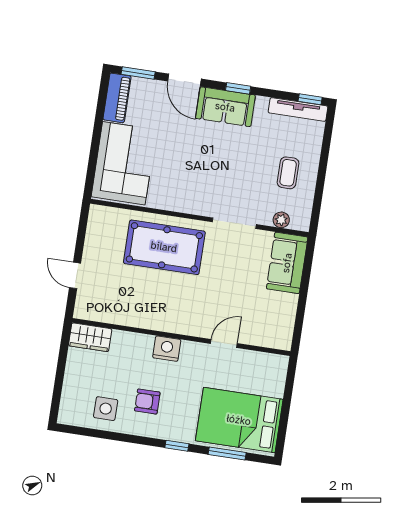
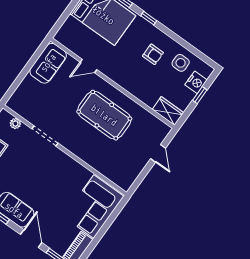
pool table: (164, 247) -> (104, 115), moved
sofa: (287, 263) -> (48, 63), moved
nightstand: (167, 349) -> (196, 82), moved, turned -90
window: (59, 379) -> (200, 95), added

